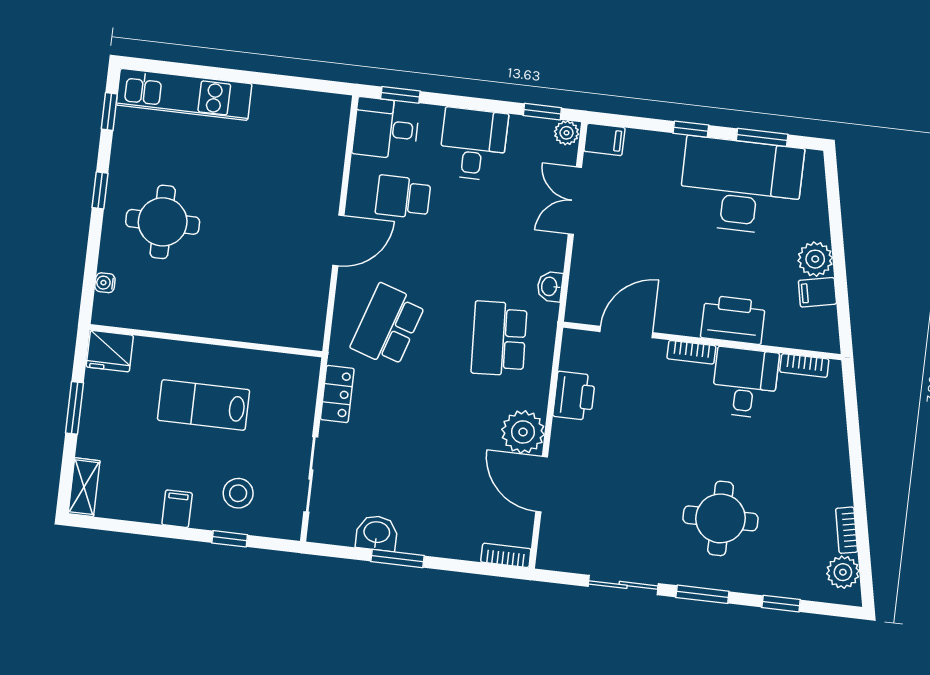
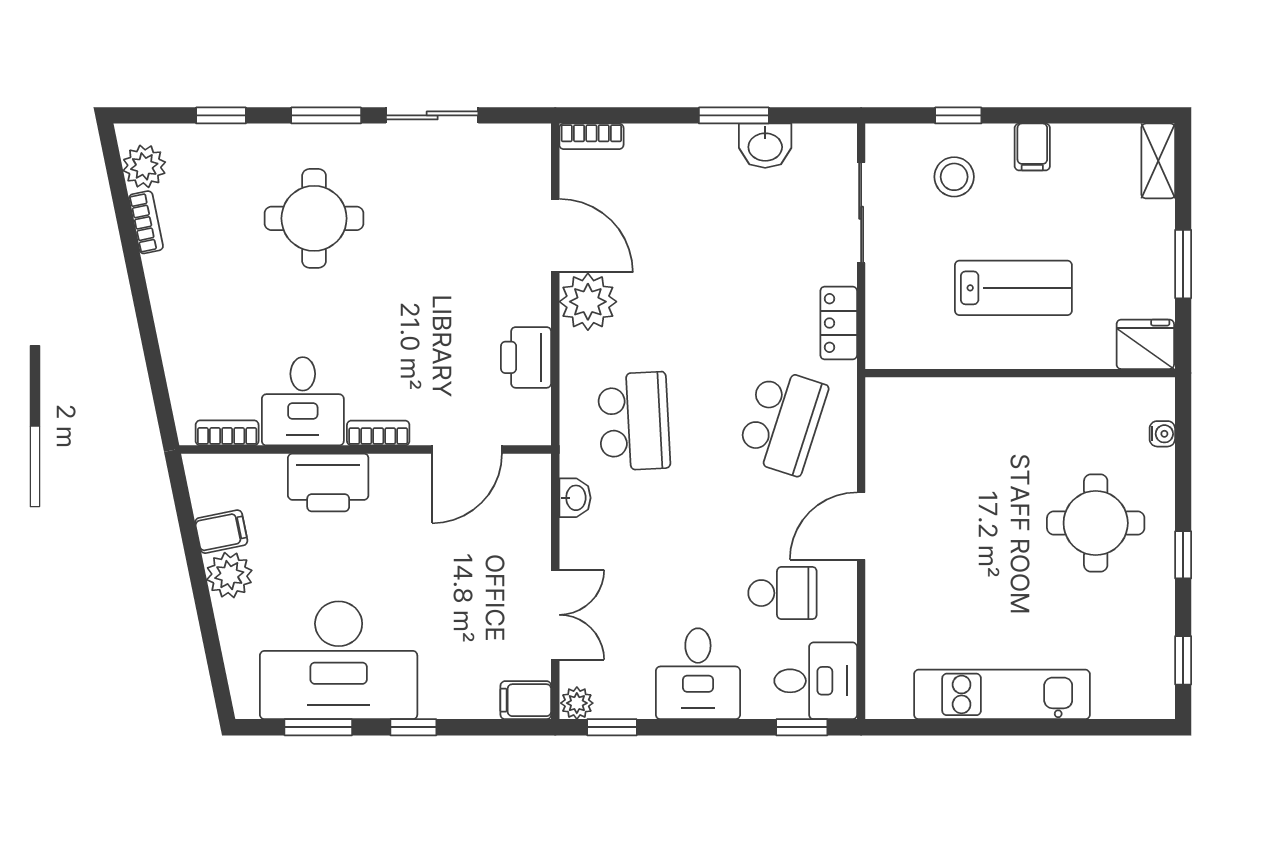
kitchen unit: (184, 94) -> (1002, 694), moved

